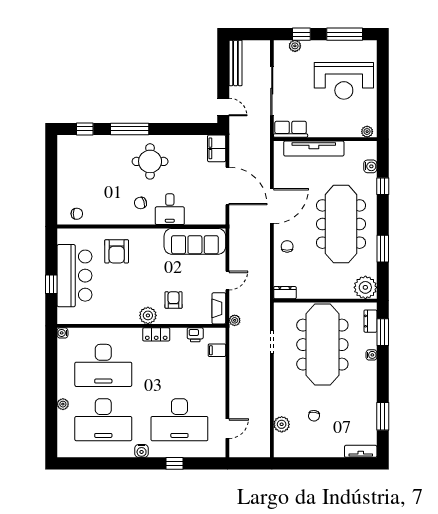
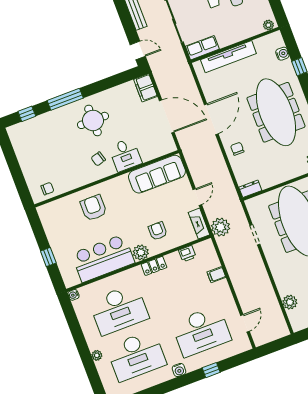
armchair: (117, 251) -> (93, 208), turned 180
bar counter: (74, 276) -> (103, 258), moved, turned -90
plant: (235, 320) -> (220, 227), width x1.87, depth x1.87
filing cabinet: (217, 350) -> (216, 275), moved

